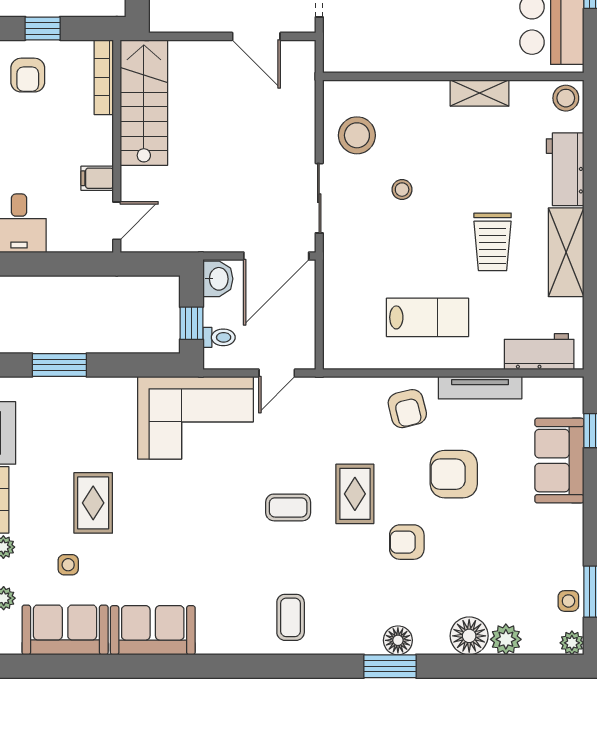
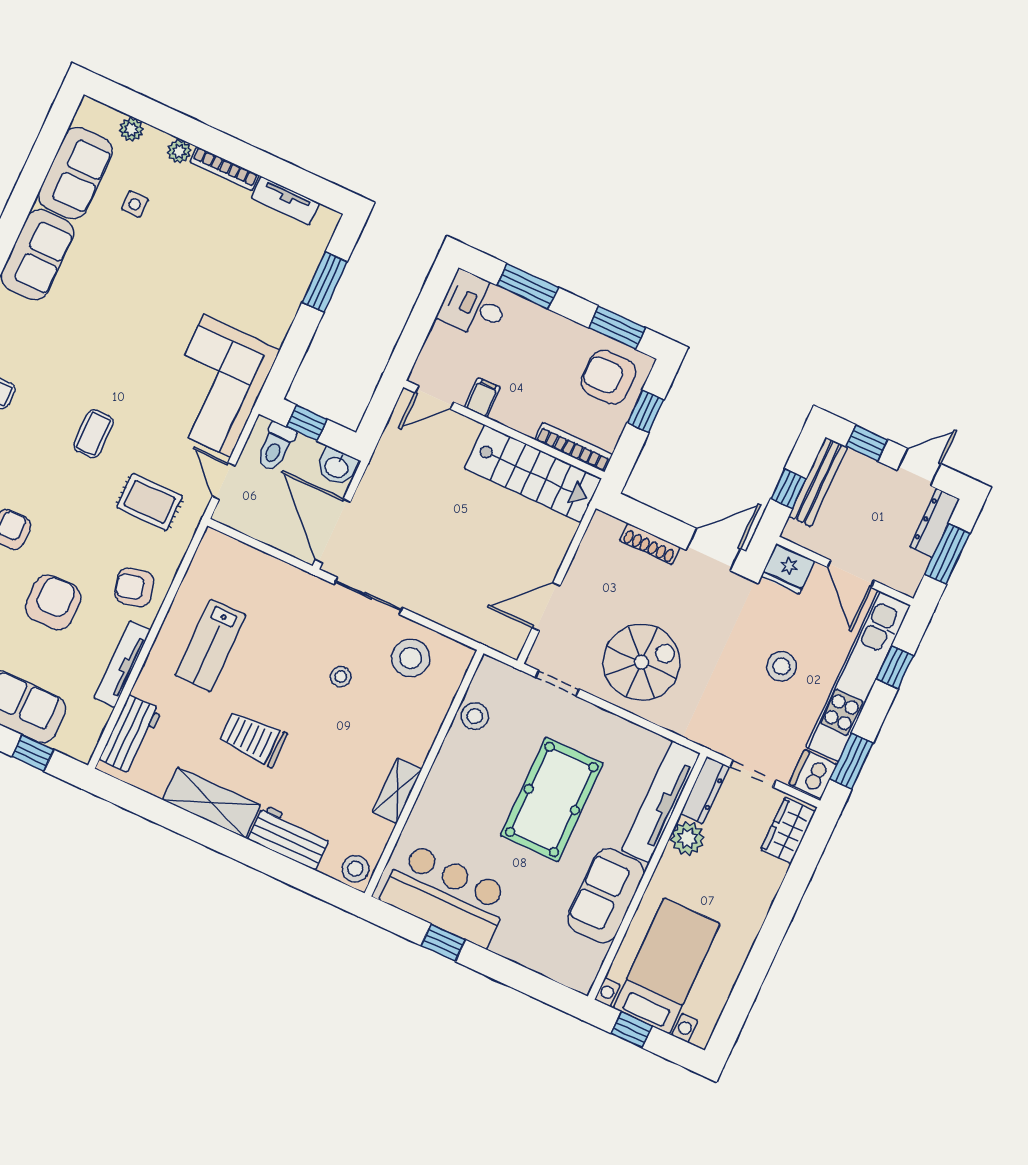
stool: (382, 55) -> (475, 716), added
armchair: (28, 75) -> (608, 377), width x1.38, depth x1.38
door: (117, 221) -> (434, 397), hinge flipped
toilet: (219, 337) -> (276, 447), width x1.37, depth x1.39
rug: (355, 494) -> (150, 502), moved
rug: (93, 503) -> (182, 254), removed

